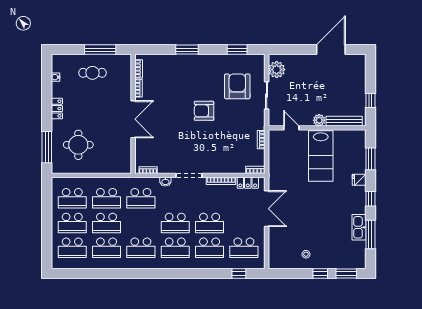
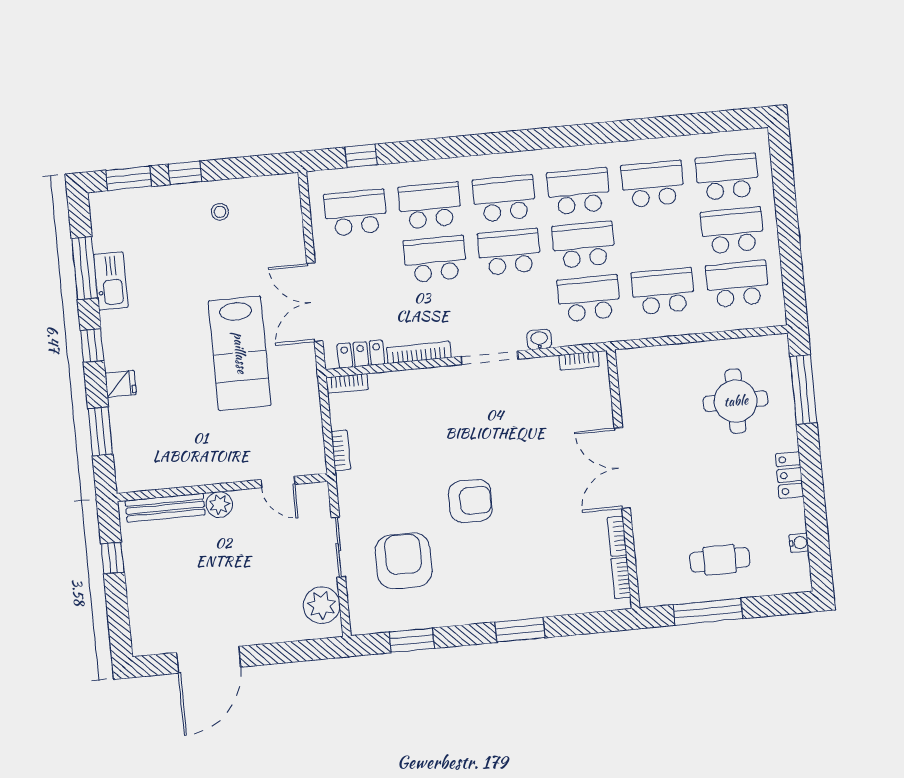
armchair: (237, 86) -> (404, 561), turned 180
lab bench: (321, 156) -> (240, 353), moved, turned 180
school desk: (107, 223) -> (584, 245), moved

